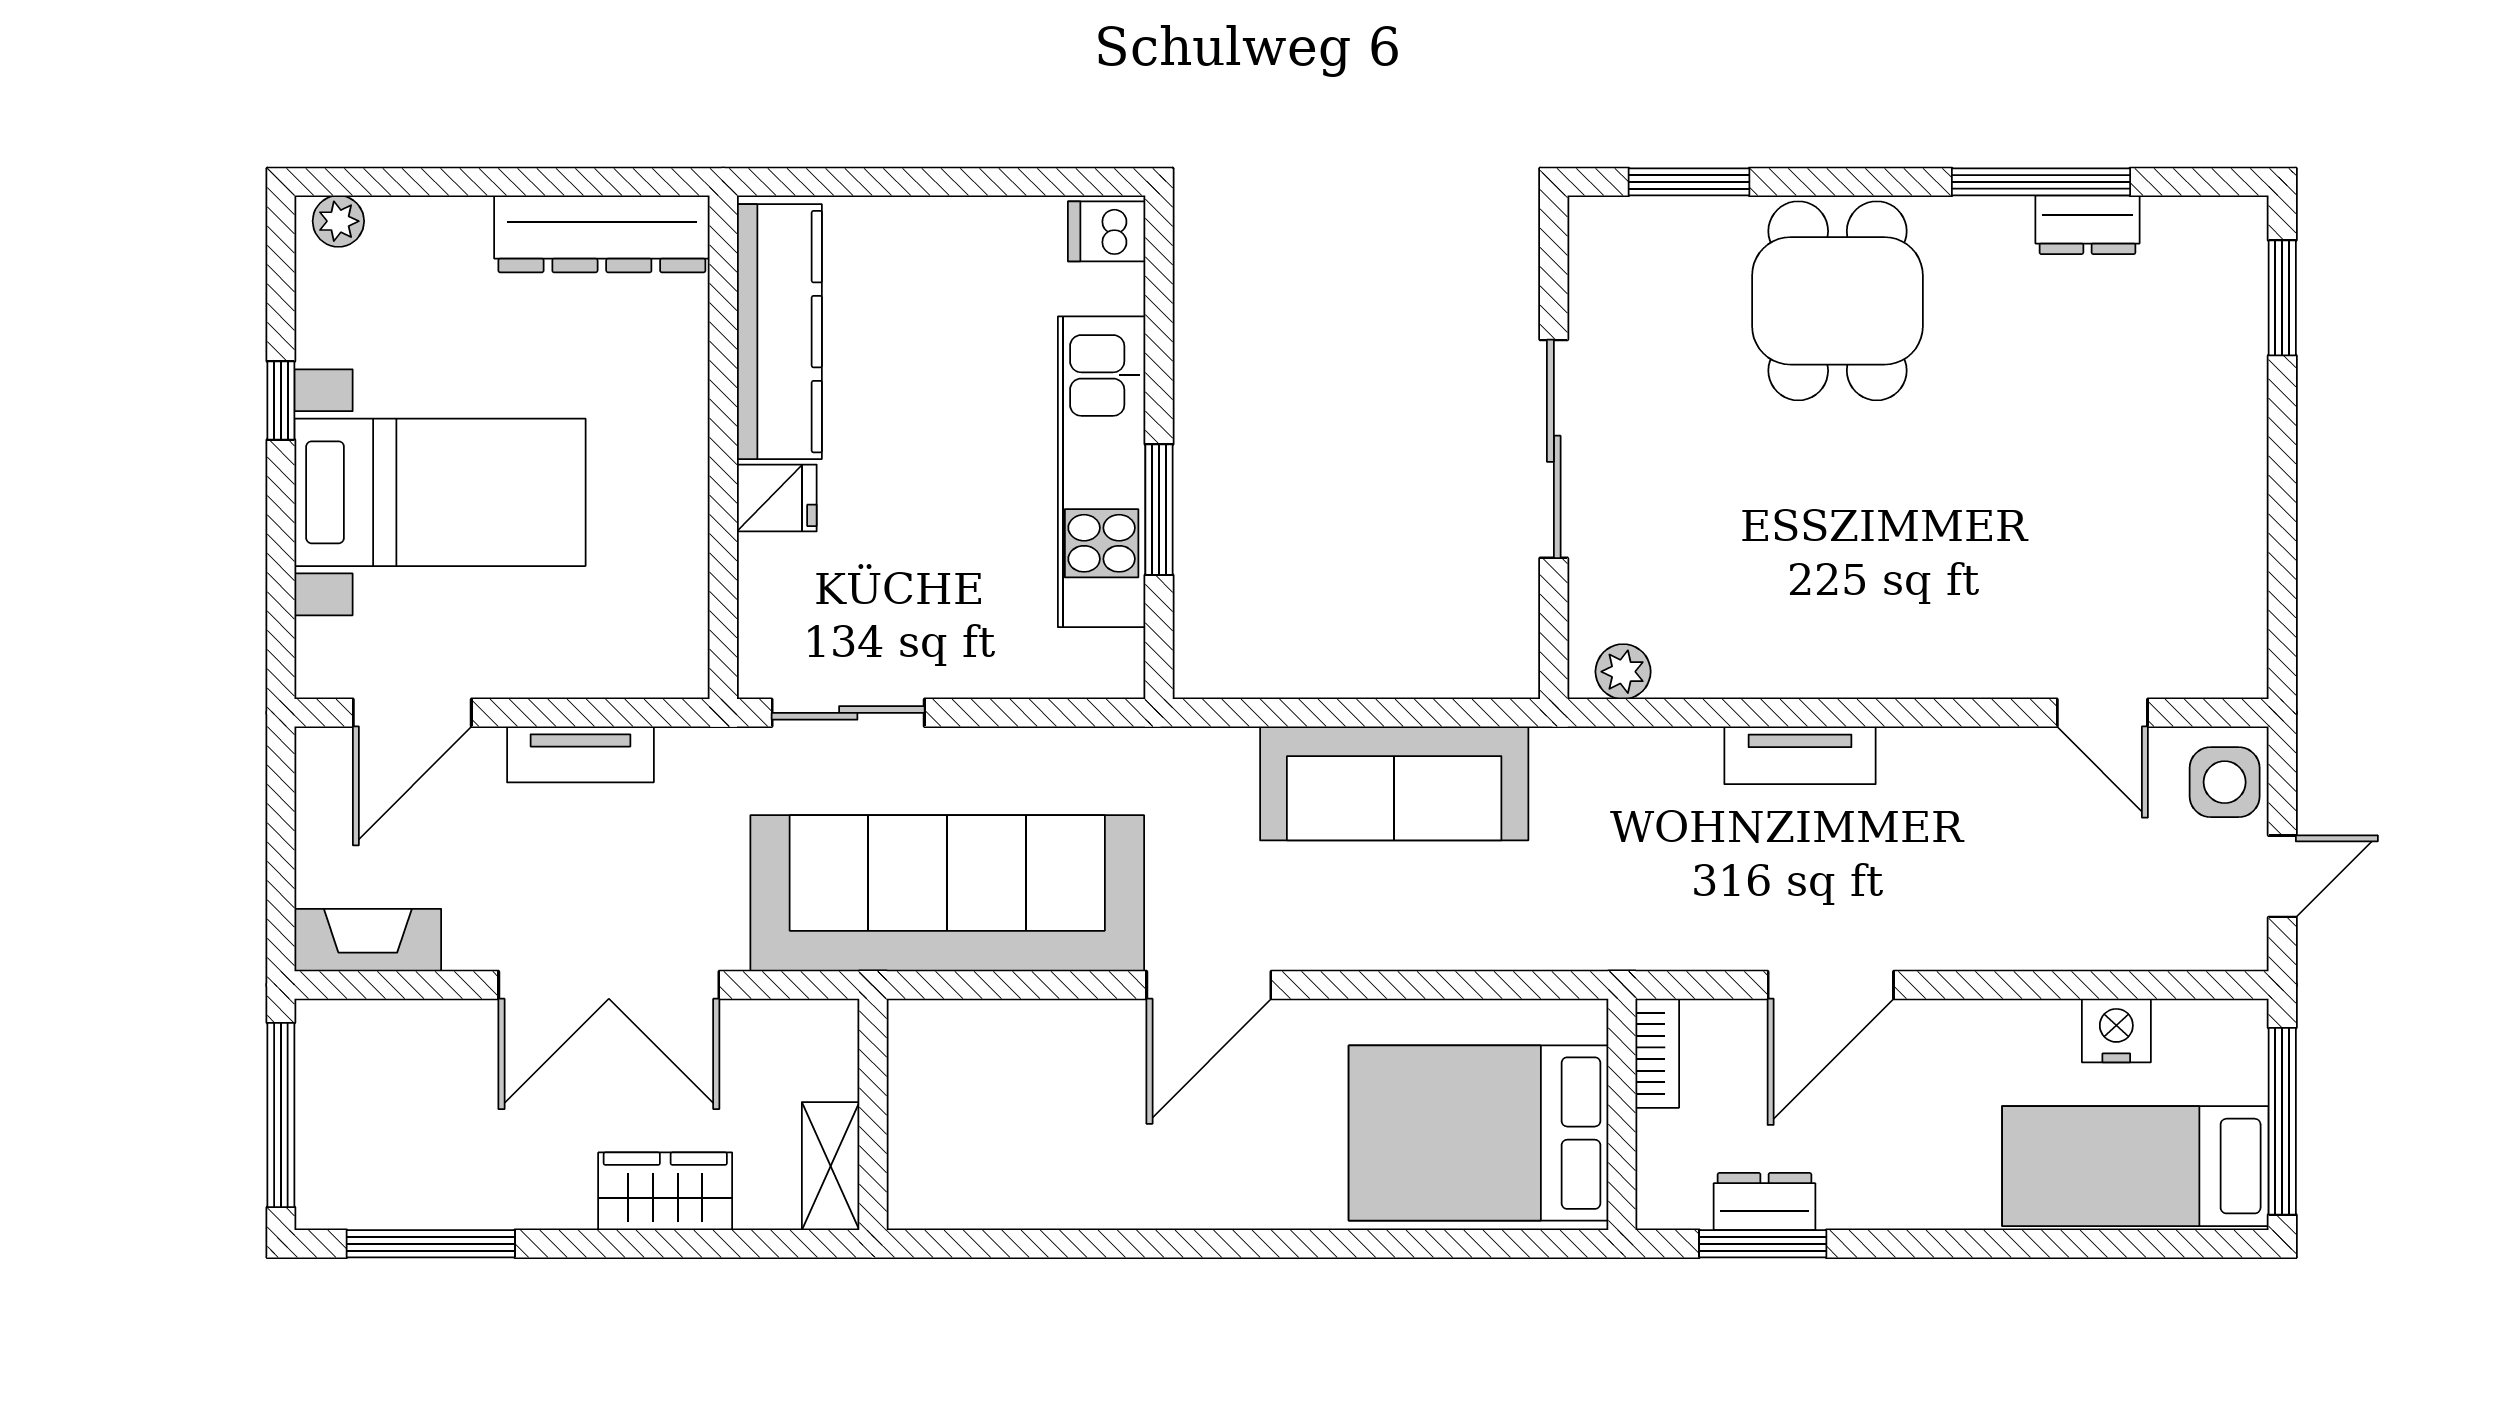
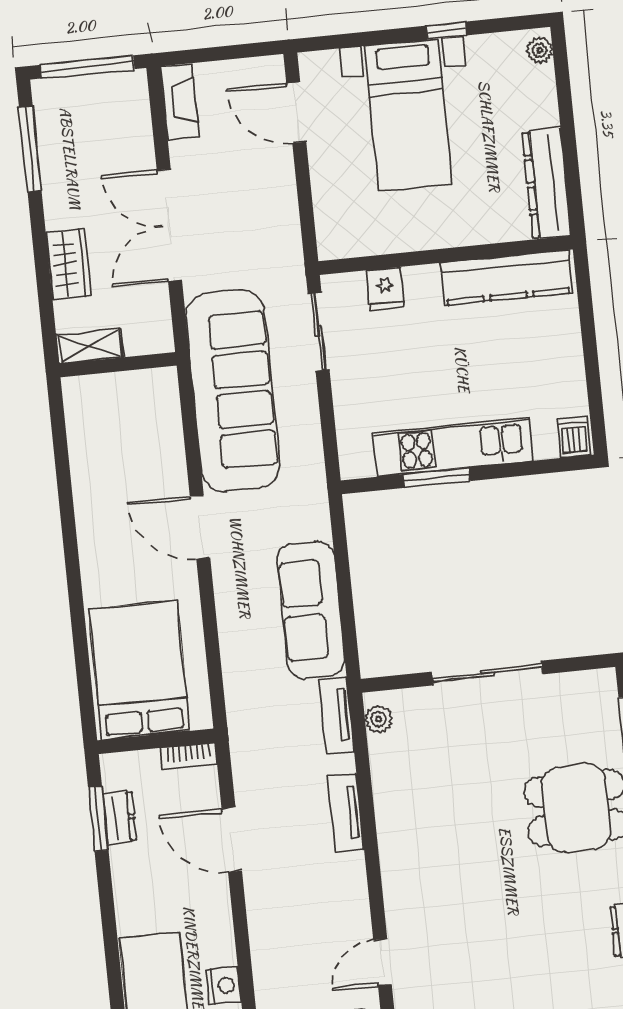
fridge: (777, 498) -> (385, 289), moved
tv unit: (580, 754) -> (336, 715), moved

